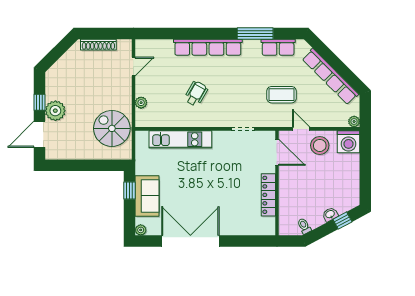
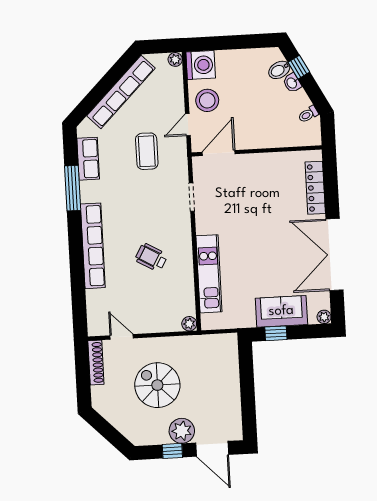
shoe rack: (98, 45) -> (96, 362), moved
plant: (141, 103) -> (189, 324), moved
spiral stairs: (112, 128) -> (157, 385), moved, turned 90
locker: (268, 195) -> (315, 188), moved, turned 90
bidet: (341, 205) -> (279, 70), added

